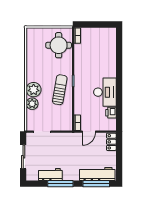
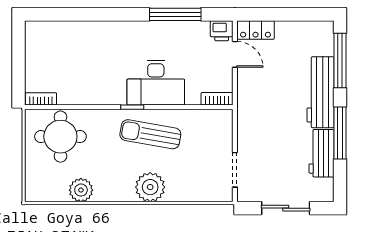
desk: (105, 92) -> (156, 83), moved, turned 180
window: (119, 102) -> (175, 14), added
plant: (32, 104) -> (81, 190), moved
printer: (111, 113) -> (222, 31), moved
door: (89, 132) -> (235, 54), moved
workbench: (97, 174) -> (320, 92), moved

